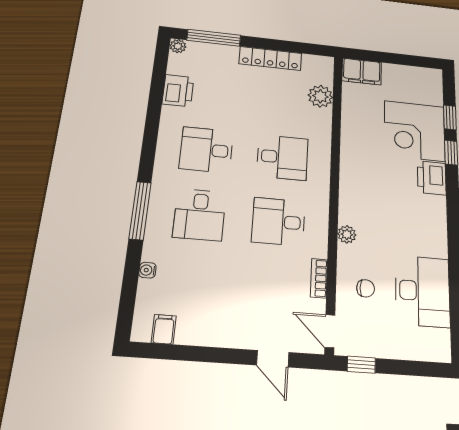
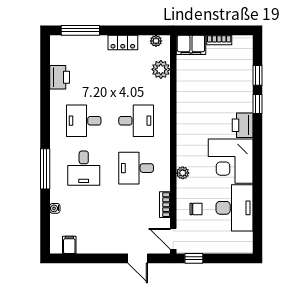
plant: (178, 46) -> (156, 41), moved
locker: (270, 58) -> (123, 43), width x0.66
bookcase: (399, 70) -> (219, 40), added
corner desk: (415, 131) -> (231, 161), moved

